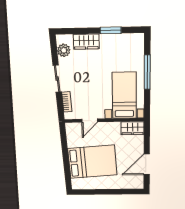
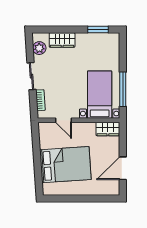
window: (111, 30) -> (98, 30), moved
window: (147, 72) -> (123, 89), moved
door: (90, 121) -> (64, 120), hinge flipped

